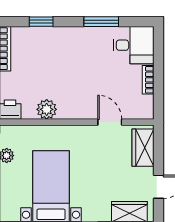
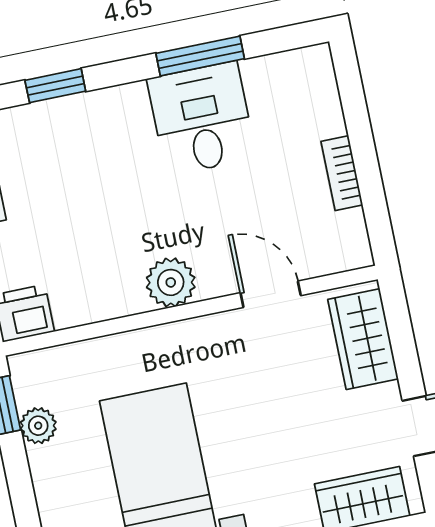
desk: (133, 45) -> (202, 118), moved, turned -90
plant: (47, 109) -> (171, 282), moved

